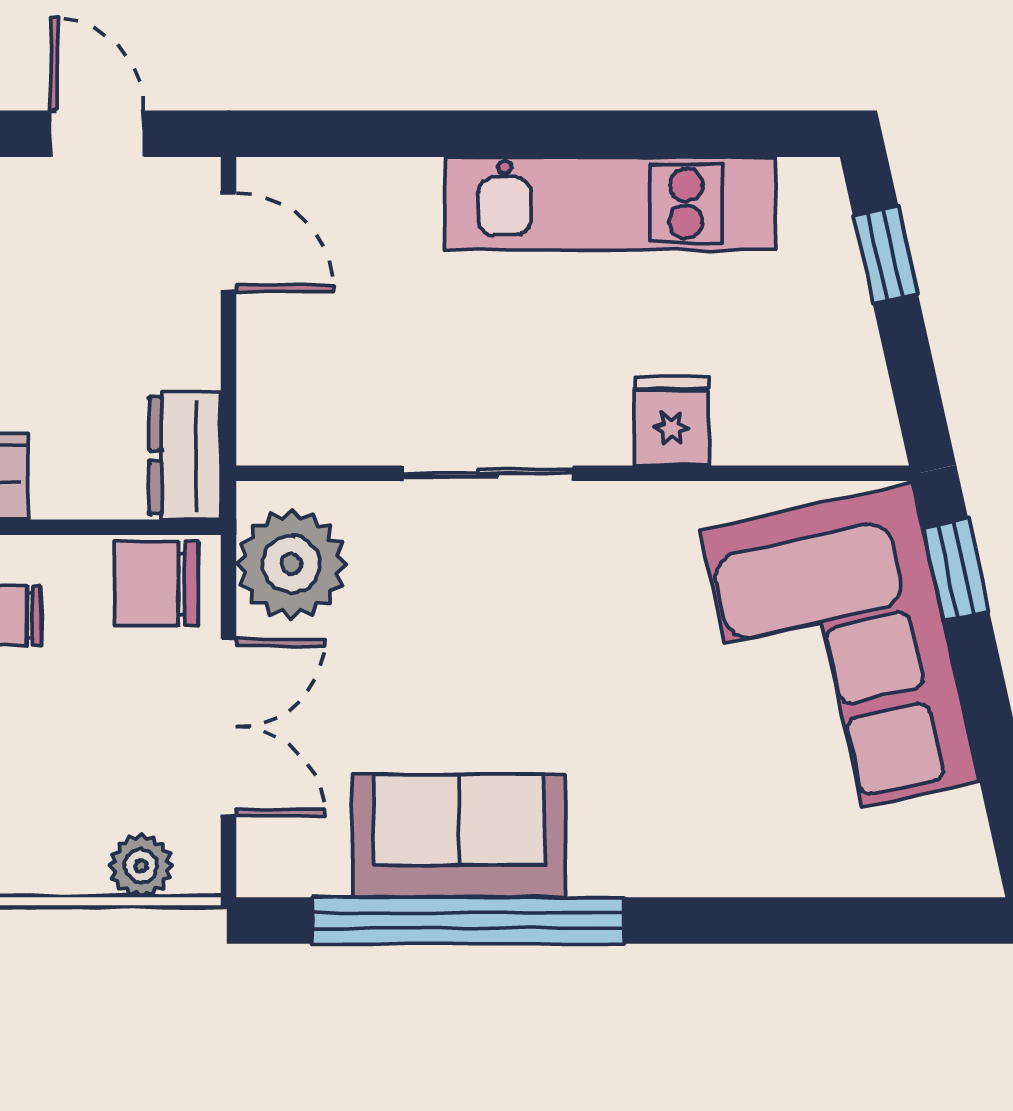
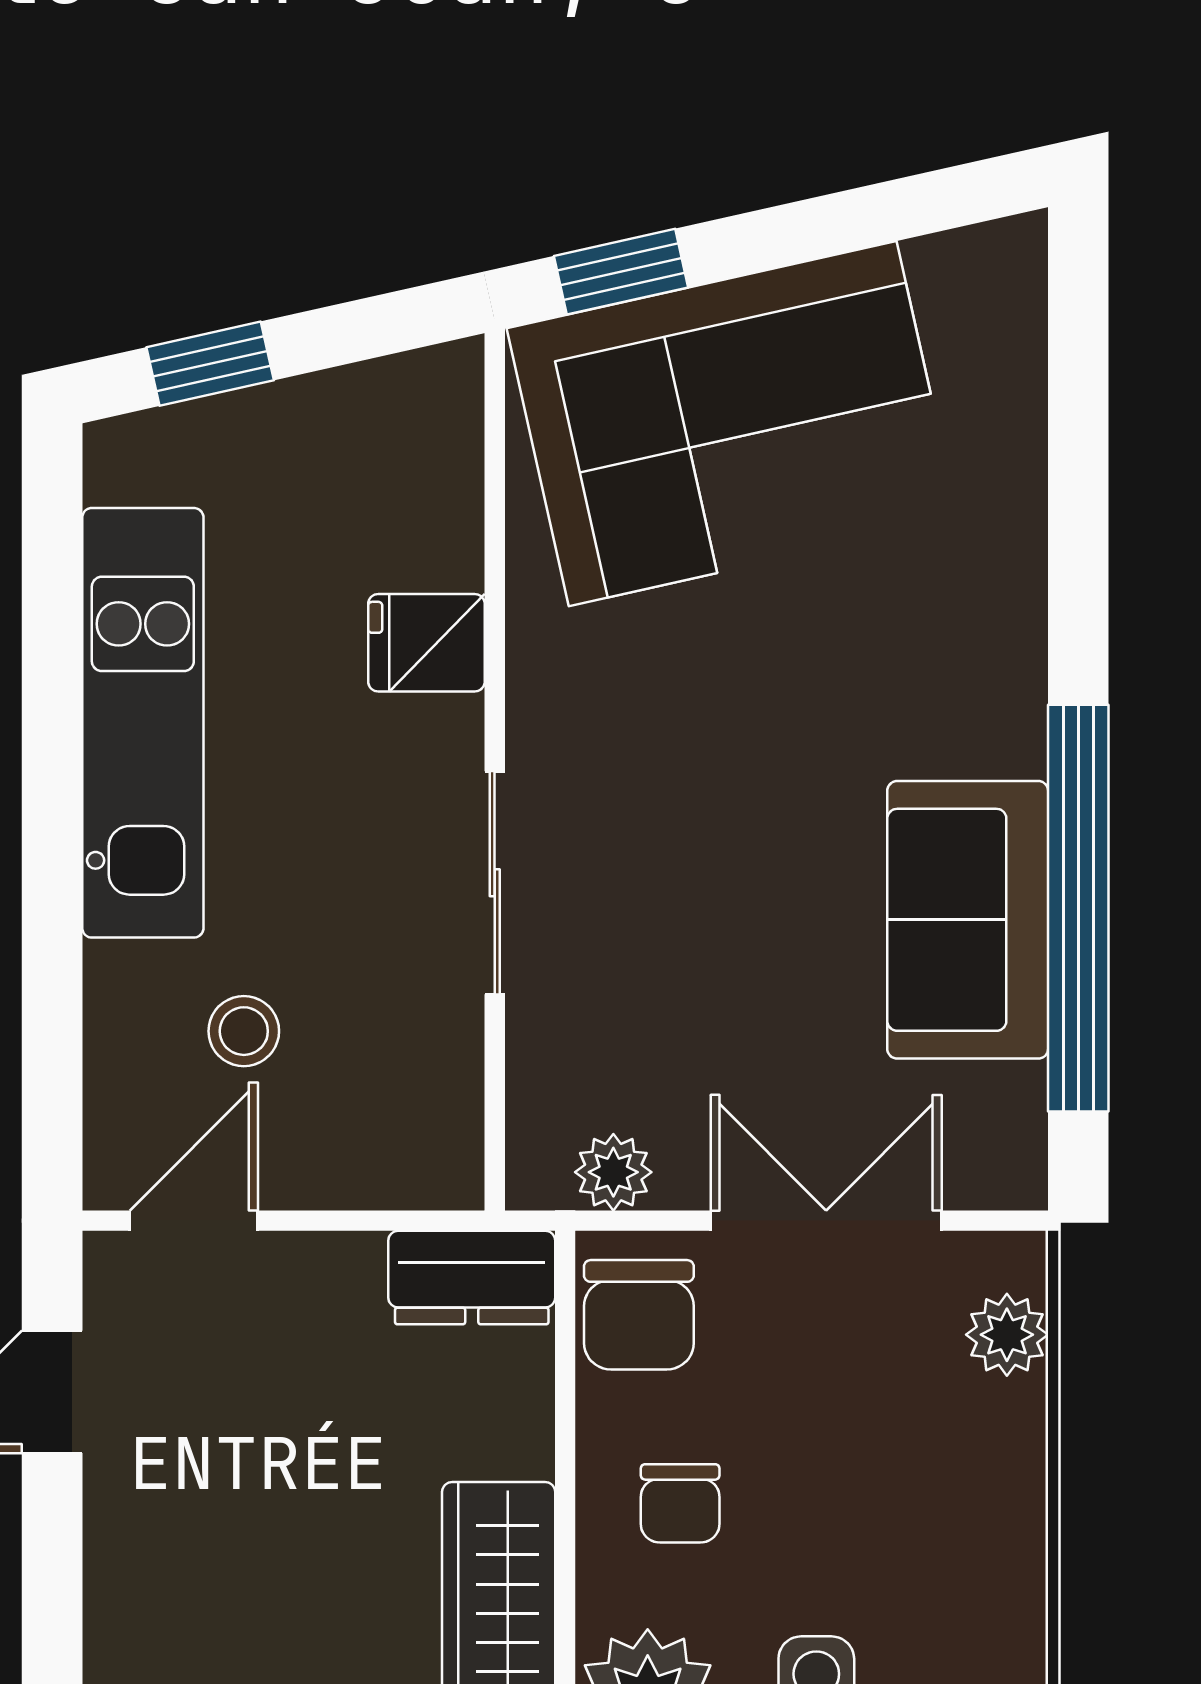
stool: (374, 281) -> (244, 1031), added
plant: (291, 564) -> (613, 1172), width x0.53, depth x0.53

